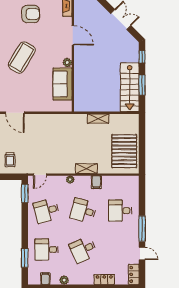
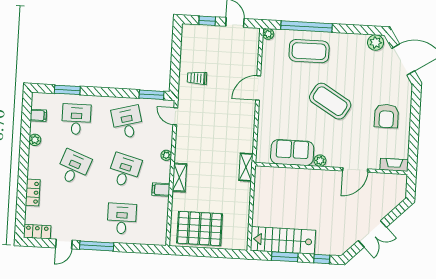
shelving: (98, 119) -> (246, 167), moved
desk: (83, 250) -> (74, 167), turned 45

